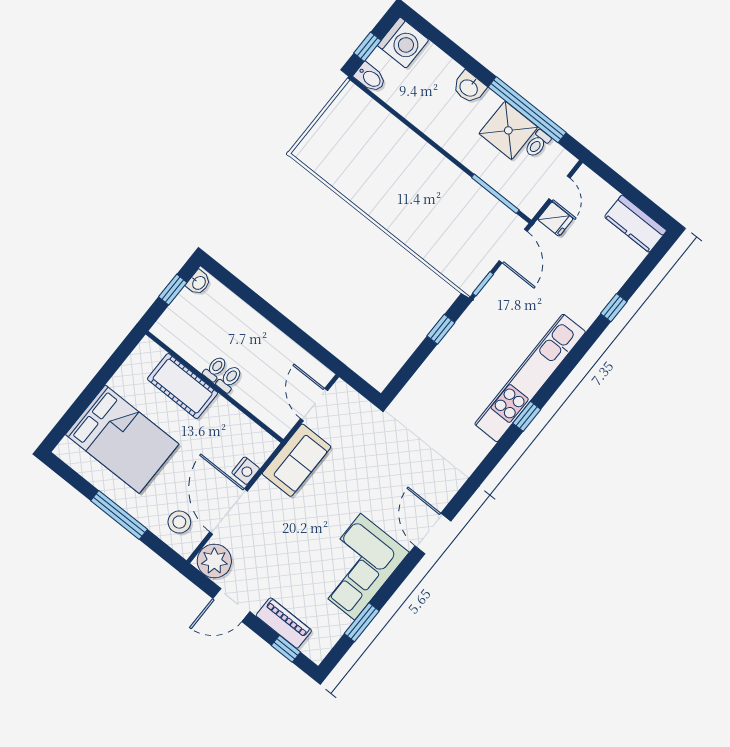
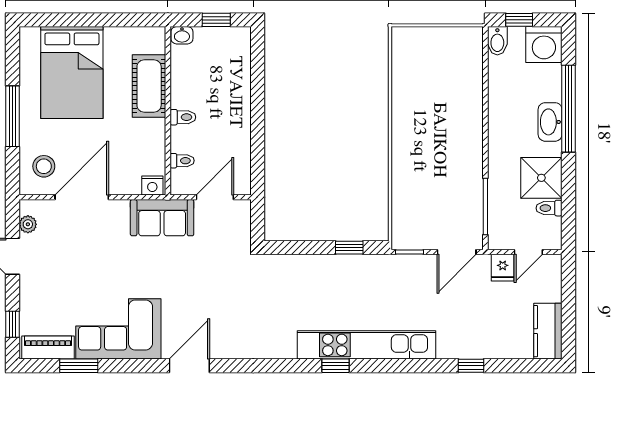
washbasin: (469, 87) -> (550, 122), width x1.38
window: (527, 110) -> (569, 109), moved
washbasin: (199, 283) -> (182, 35), moved
toilet: (215, 369) -> (182, 161), moved
nightstand: (246, 471) -> (152, 185), moved
plant: (214, 561) -> (28, 224), width x0.53, depth x0.53
piano: (284, 623) -> (48, 348), moved, turned -90

